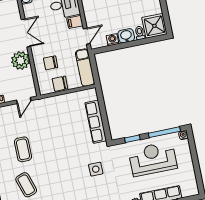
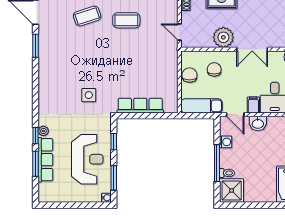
washbasin: (126, 36) -> (258, 124), moved, turned 90
window: (133, 44) -> (217, 163), added
window: (164, 132) -> (114, 178), width x0.69

